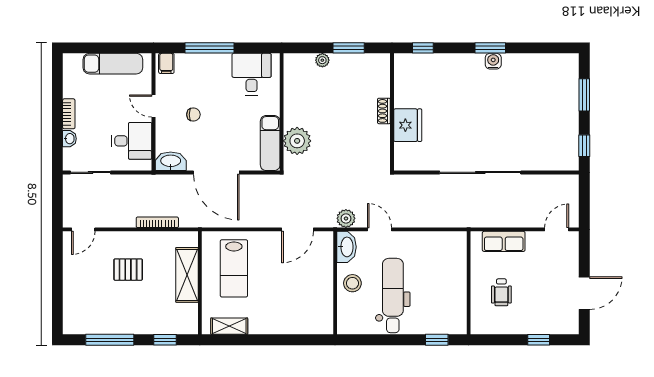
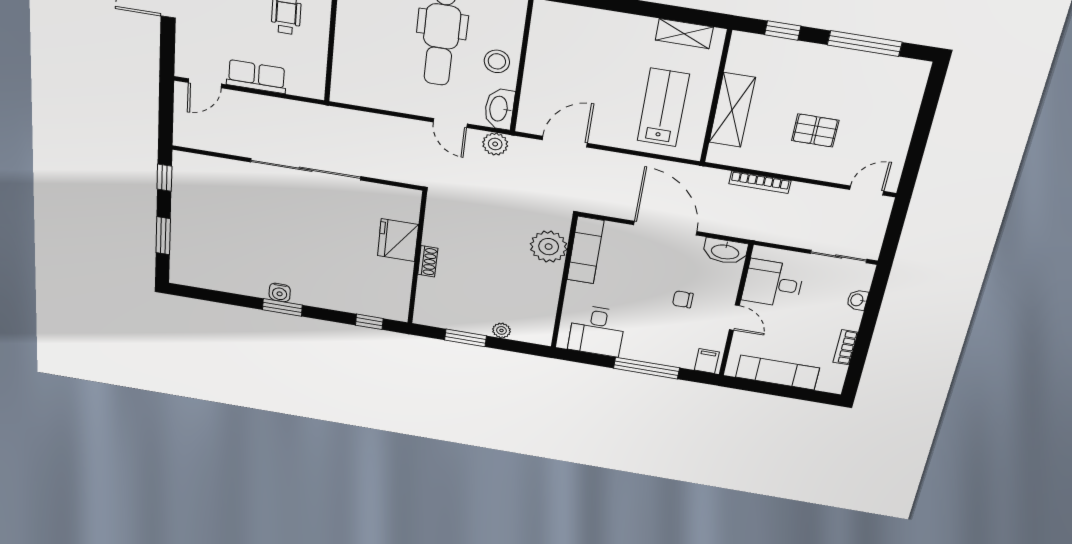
bookcase: (69, 114) -> (845, 347), moved
row of seats: (504, 241) -> (256, 77), moved

